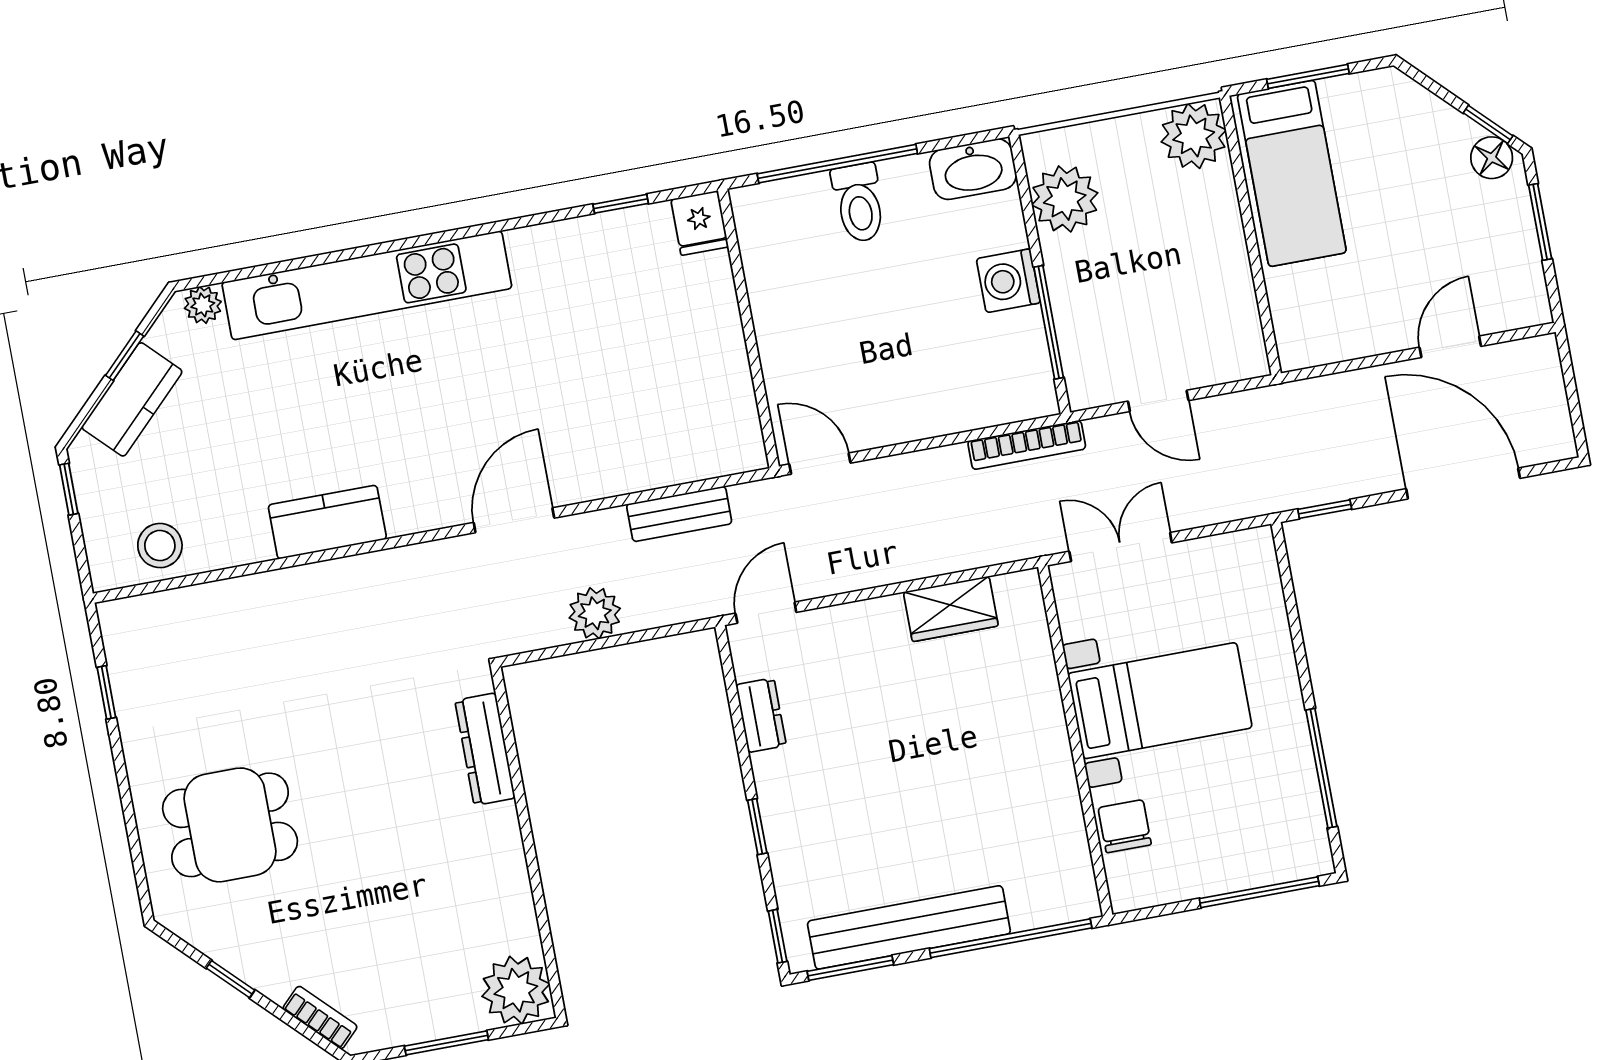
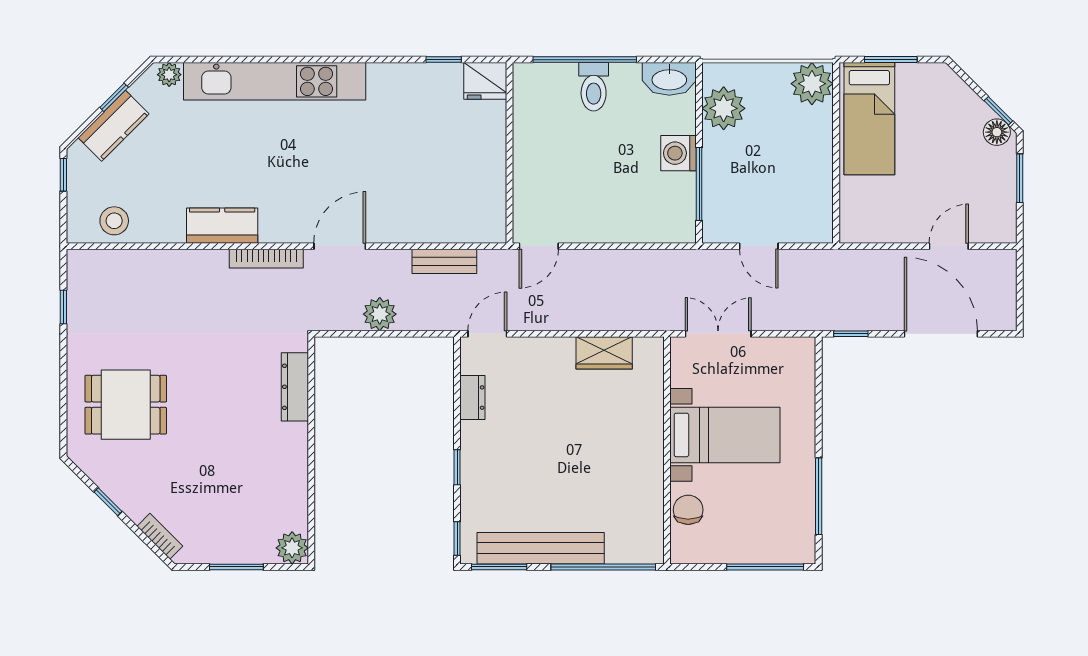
fridge: (700, 223) -> (485, 81), width x1.38
bookcase: (1027, 445) -> (266, 259), moved
door: (820, 464) -> (539, 246), swing flipped
plant: (516, 990) -> (292, 548), width x0.73, depth x0.73

